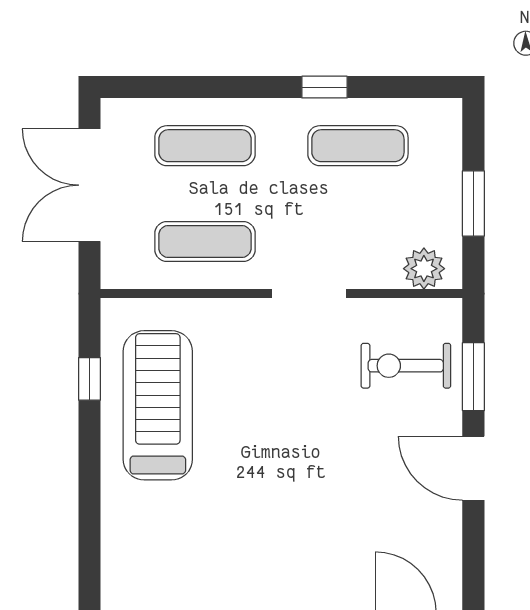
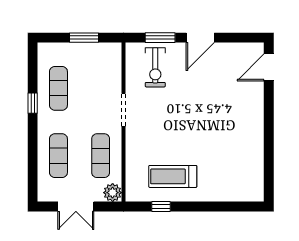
double door: (90, 185) -> (76, 206), width x0.73
plant: (424, 269) -> (113, 193), moved
treadmill: (158, 405) -> (173, 176), width x0.73, depth x0.73

